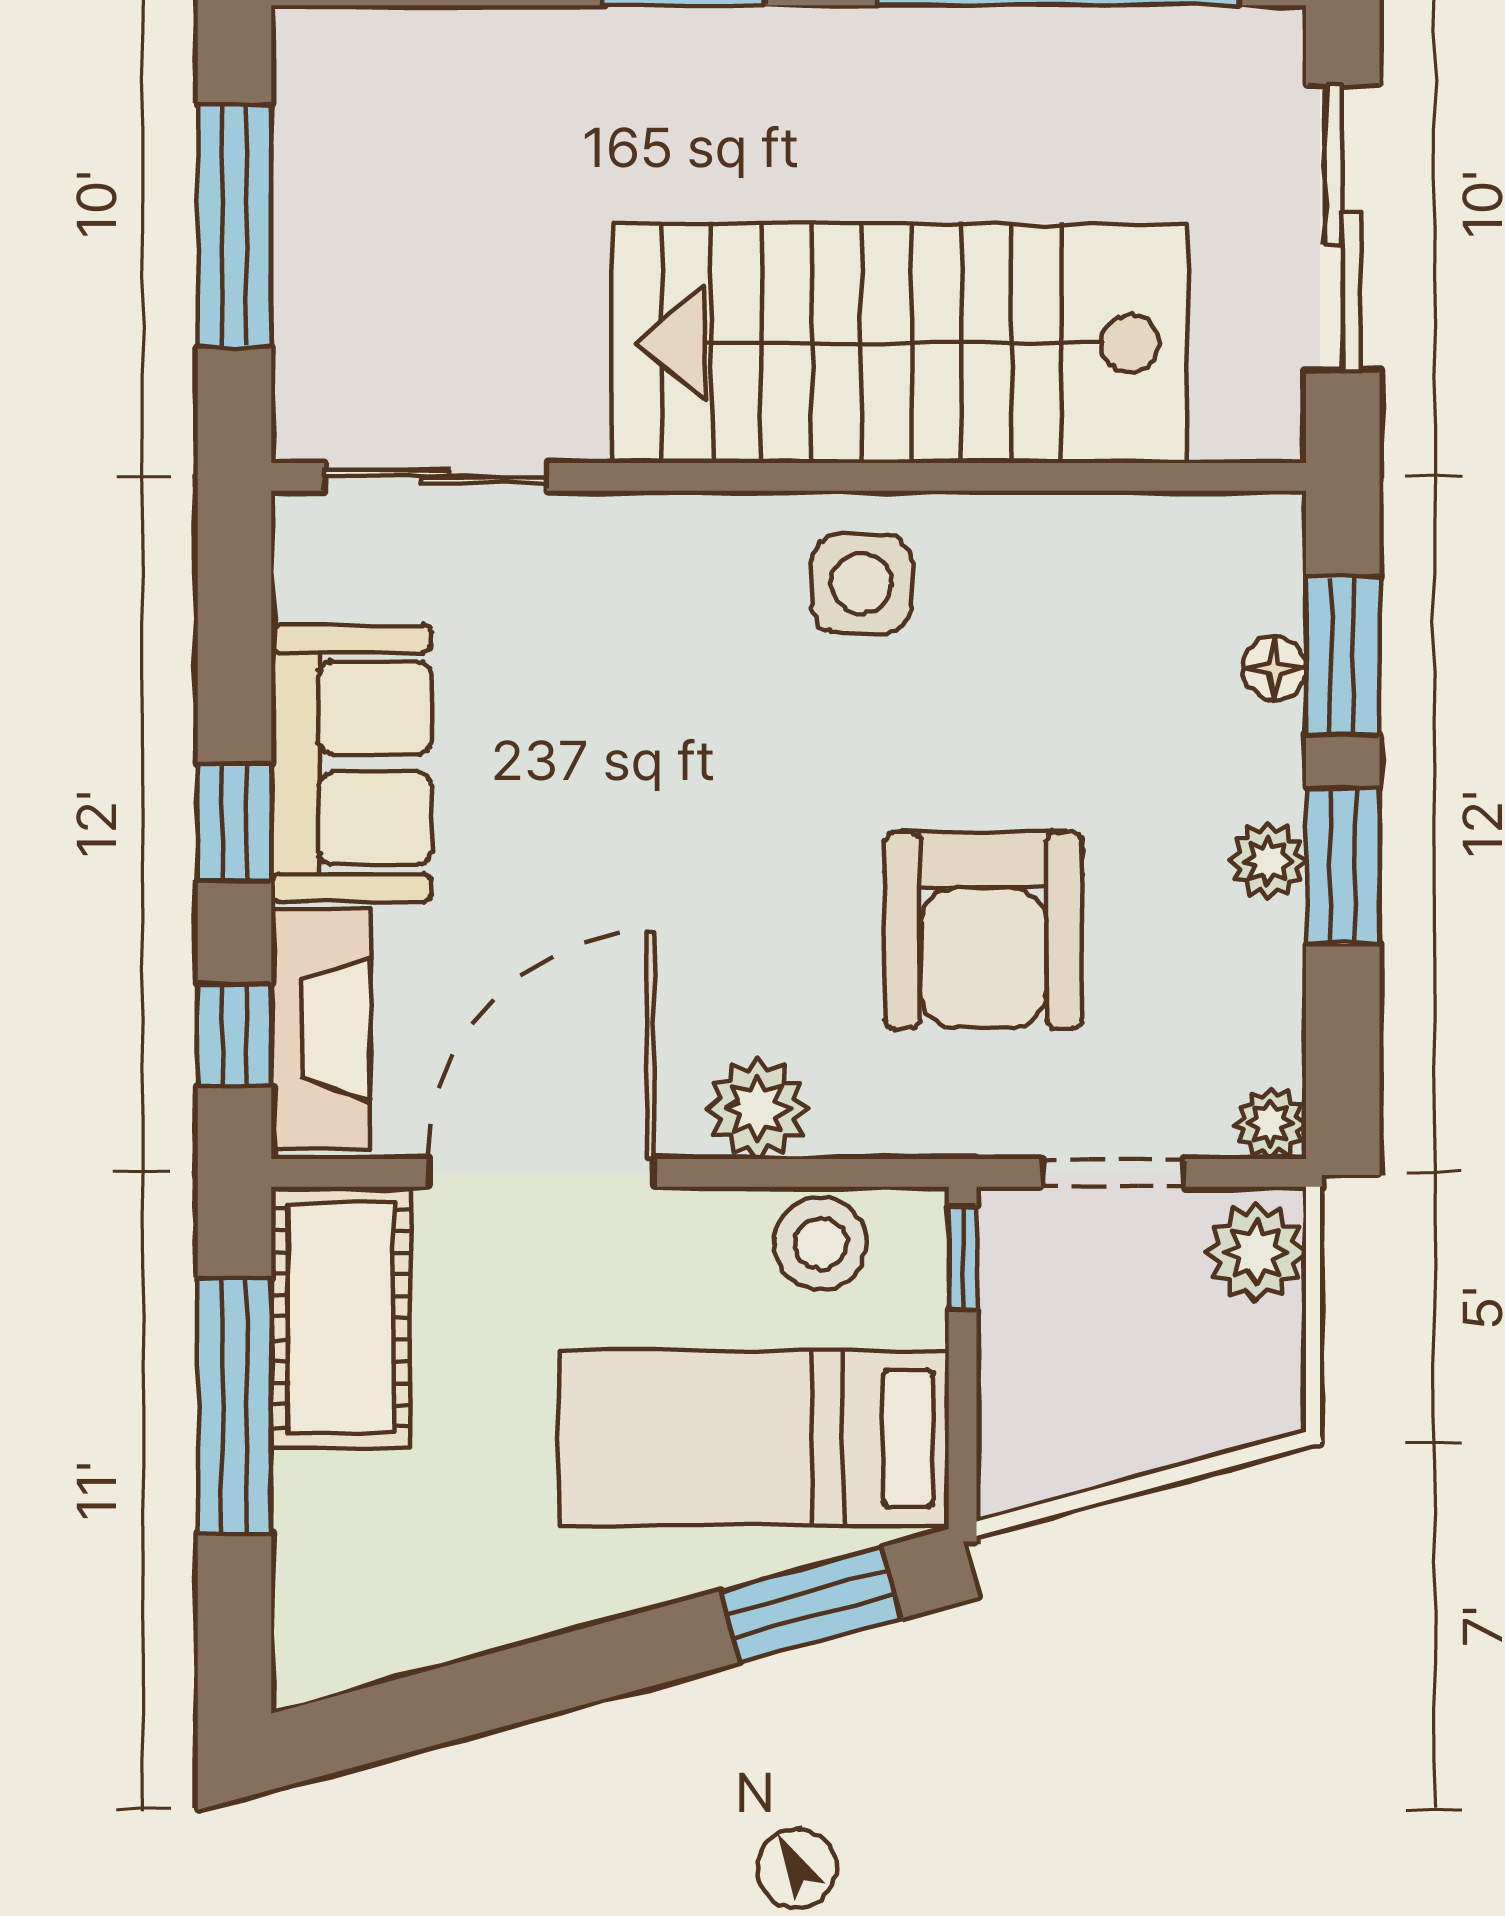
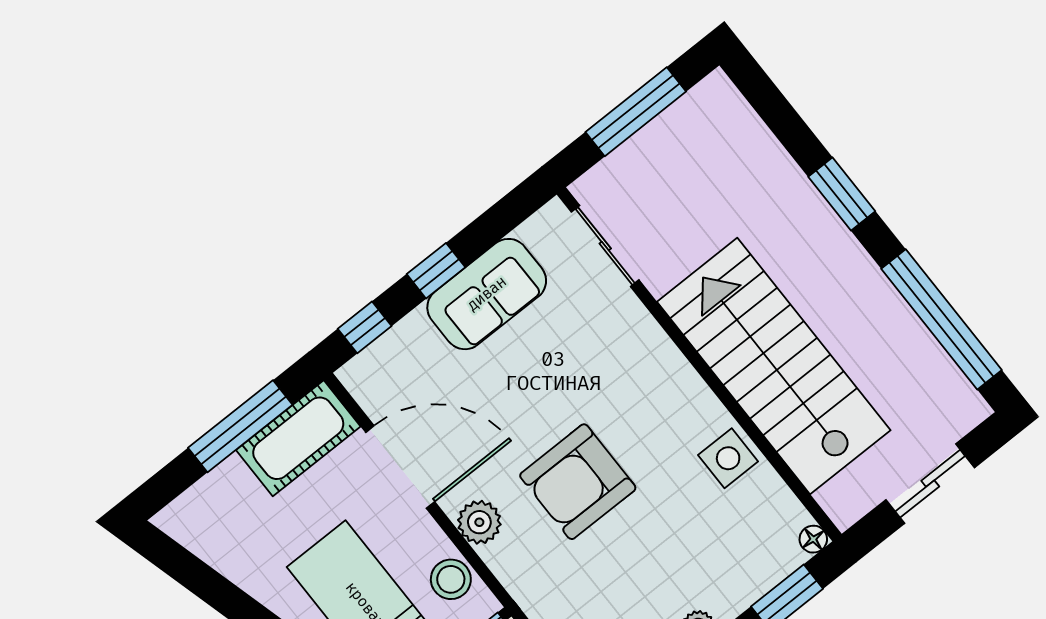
sliding door: (1343, 228) -> (930, 484), width x0.73
side table: (862, 584) -> (728, 458), moved
floor lamp: (1274, 668) -> (813, 539), moved
armchair: (983, 930) -> (578, 482), moved
fireplace: (321, 1030) -> (389, 355), removed

